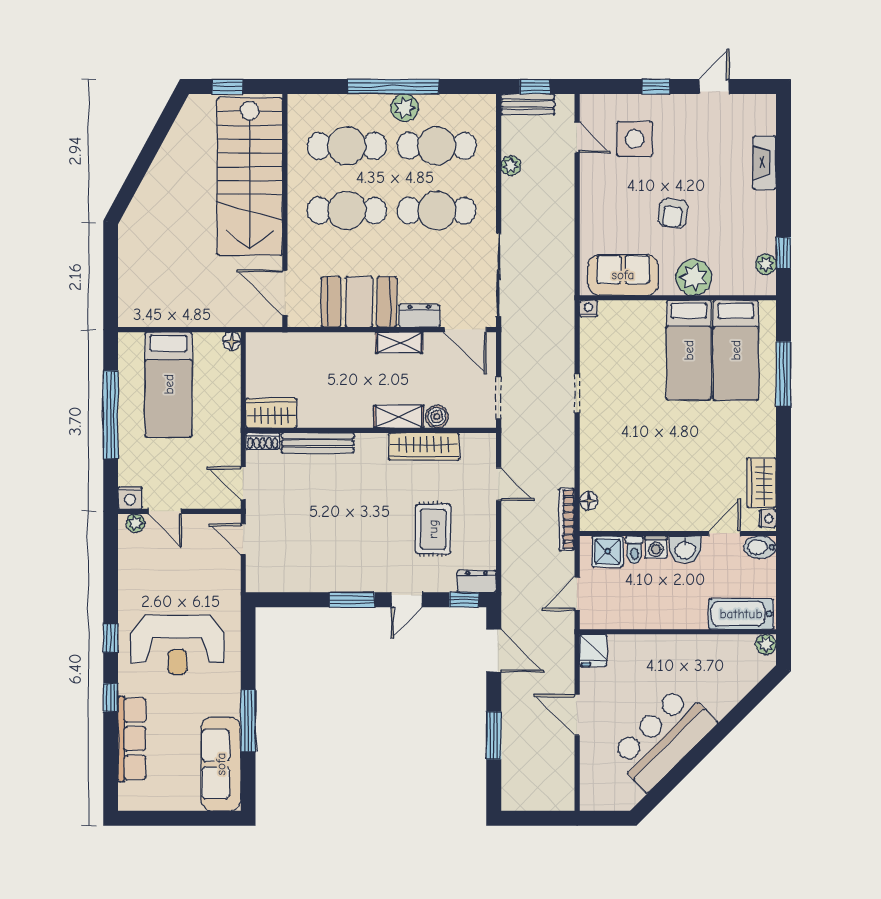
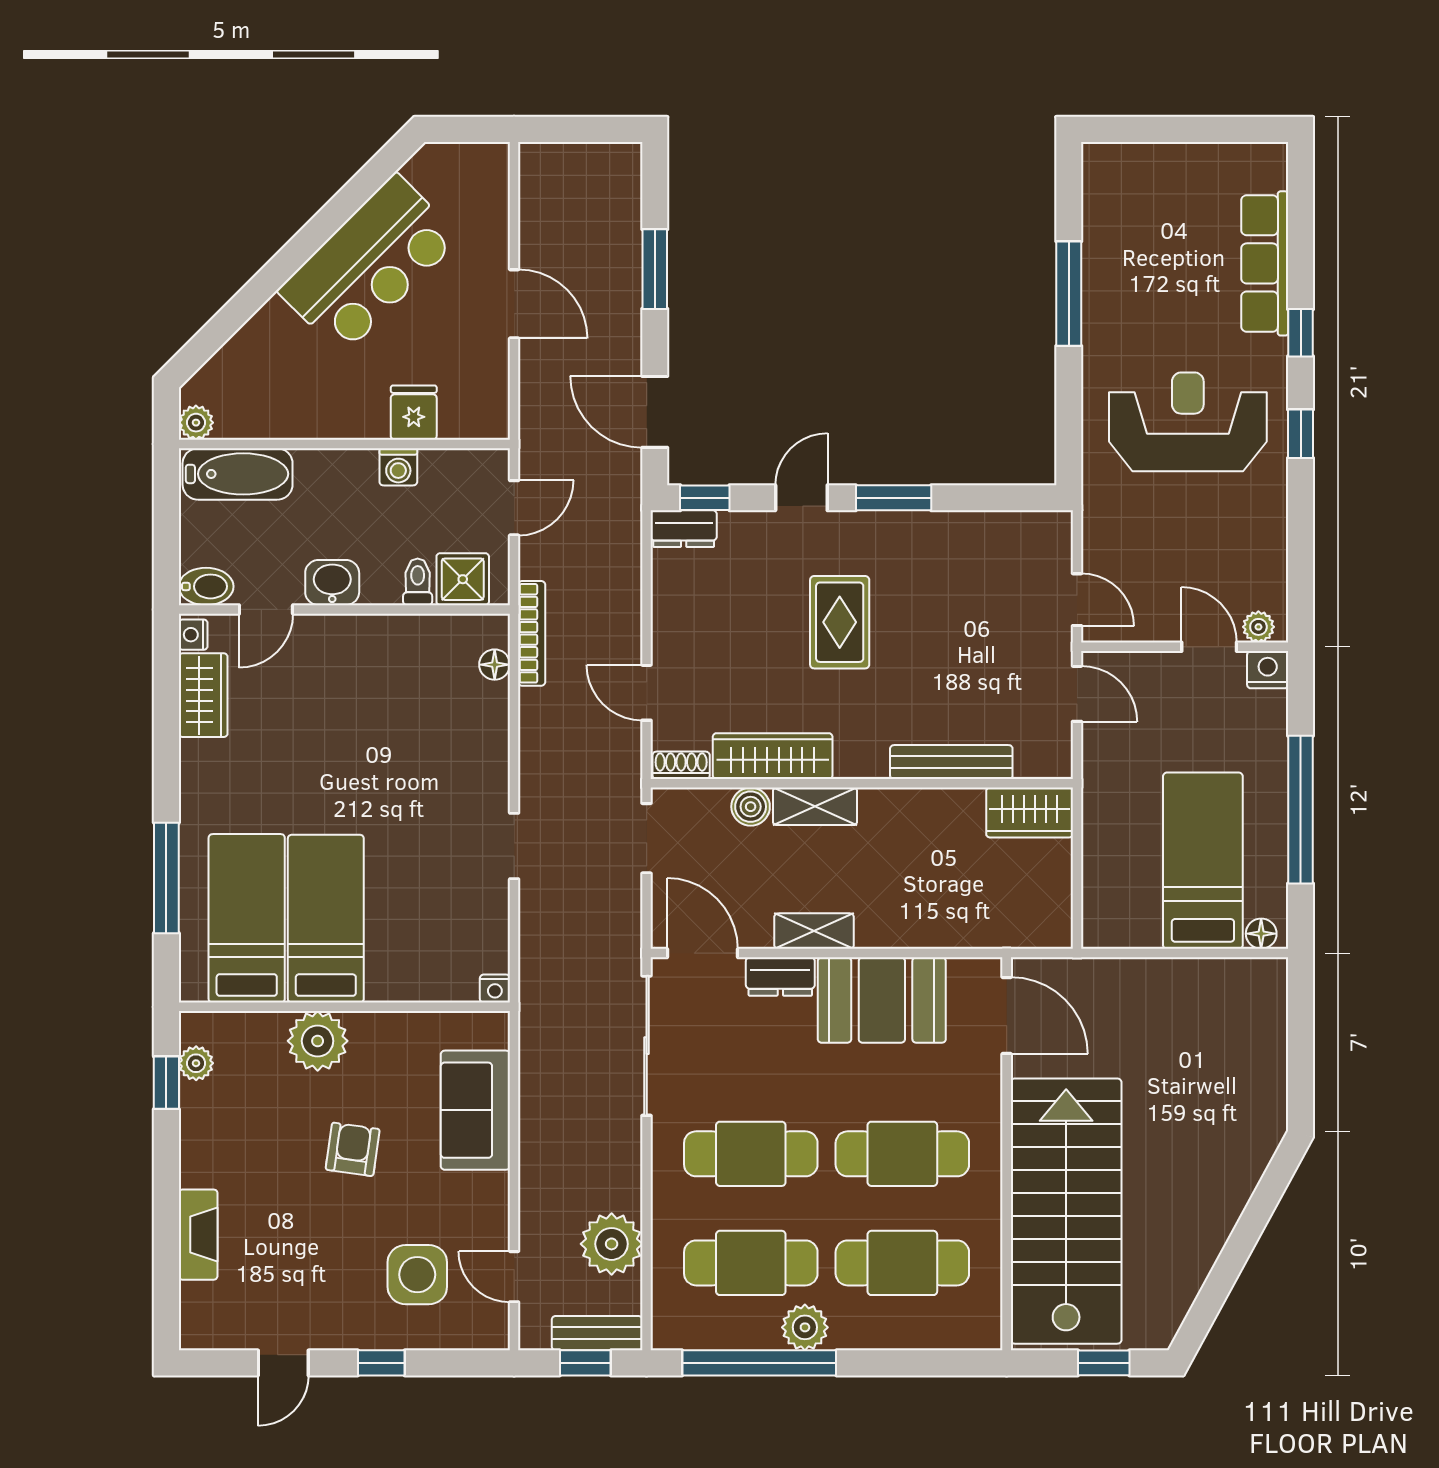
window: (393, 87) -> (759, 1363), moved
plant: (511, 166) -> (612, 1244), width x1.88, depth x1.88
sofa: (623, 275) -> (475, 1110), moved, turned 90
floor lamp: (232, 341) -> (1261, 934), moved
shoe rack: (263, 441) -> (681, 765), moved
rug: (433, 529) -> (840, 622), moved
washing machine: (656, 547) -> (398, 467), moved, turned 180
fridge: (593, 650) -> (414, 413), moved
sofa: (221, 764) -> (1115, 221), removed

